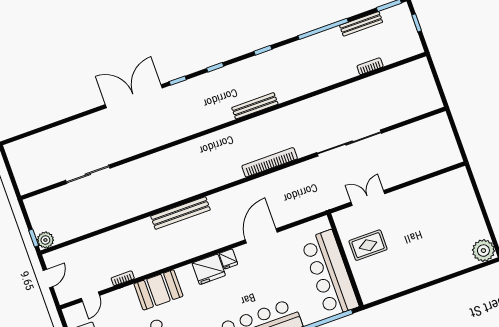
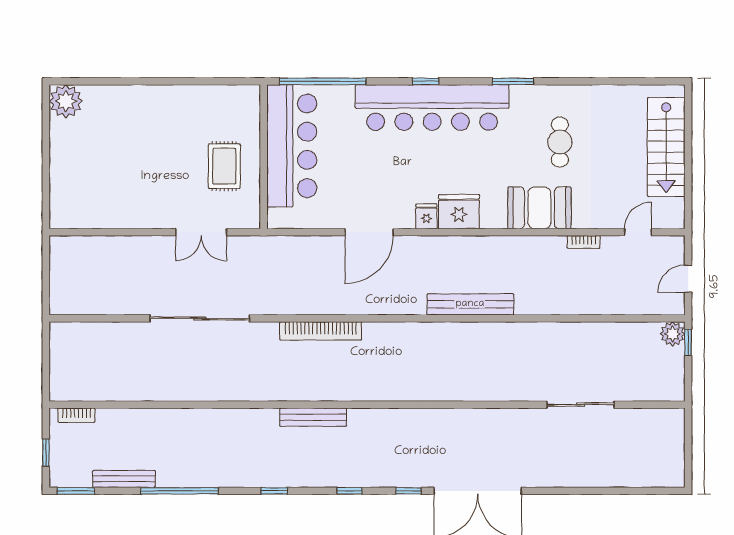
bookcase: (370, 66) -> (76, 415), moved
rug: (368, 245) -> (224, 166), turned 90

